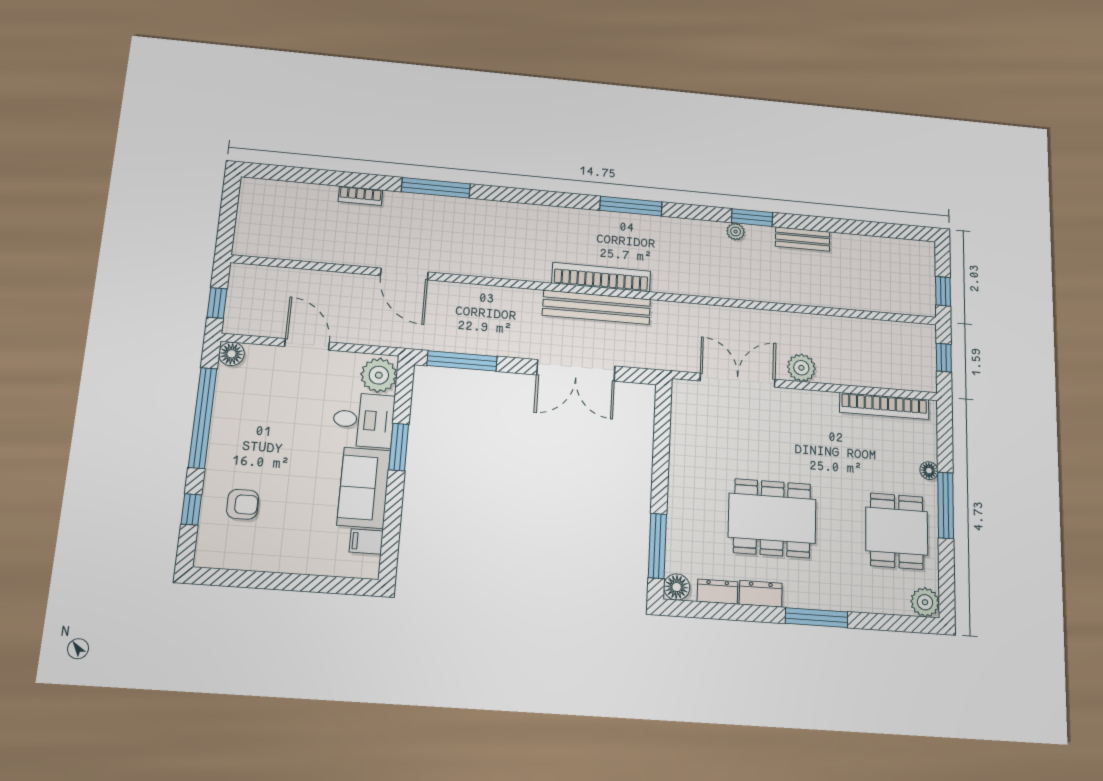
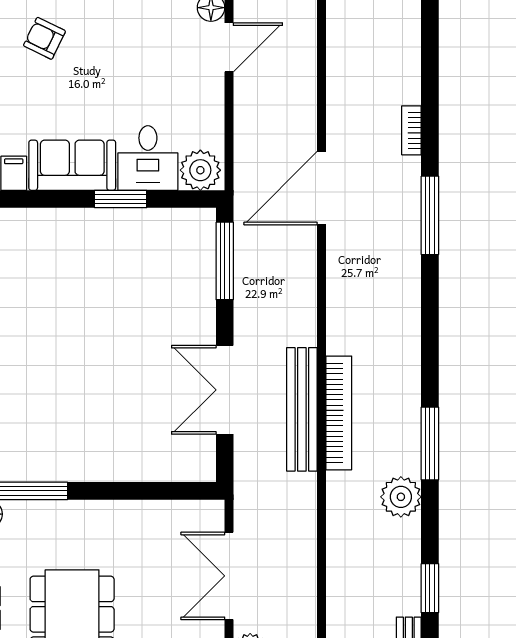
plant: (736, 231) -> (401, 497), moved, width x1.88, depth x1.88
door: (404, 274) -> (322, 188), width x1.36
door: (307, 344) -> (229, 47), moved
double door: (738, 380) -> (229, 576), swing flipped
armchair: (243, 504) -> (44, 38), turned 116

